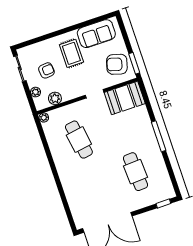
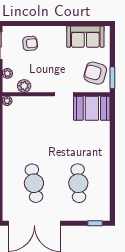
rug: (71, 53) -> (55, 48), removed
armchair: (46, 70) -> (30, 43), moved
window: (159, 136) -> (112, 156), removed
cafe table: (79, 140) -> (34, 183), moved

